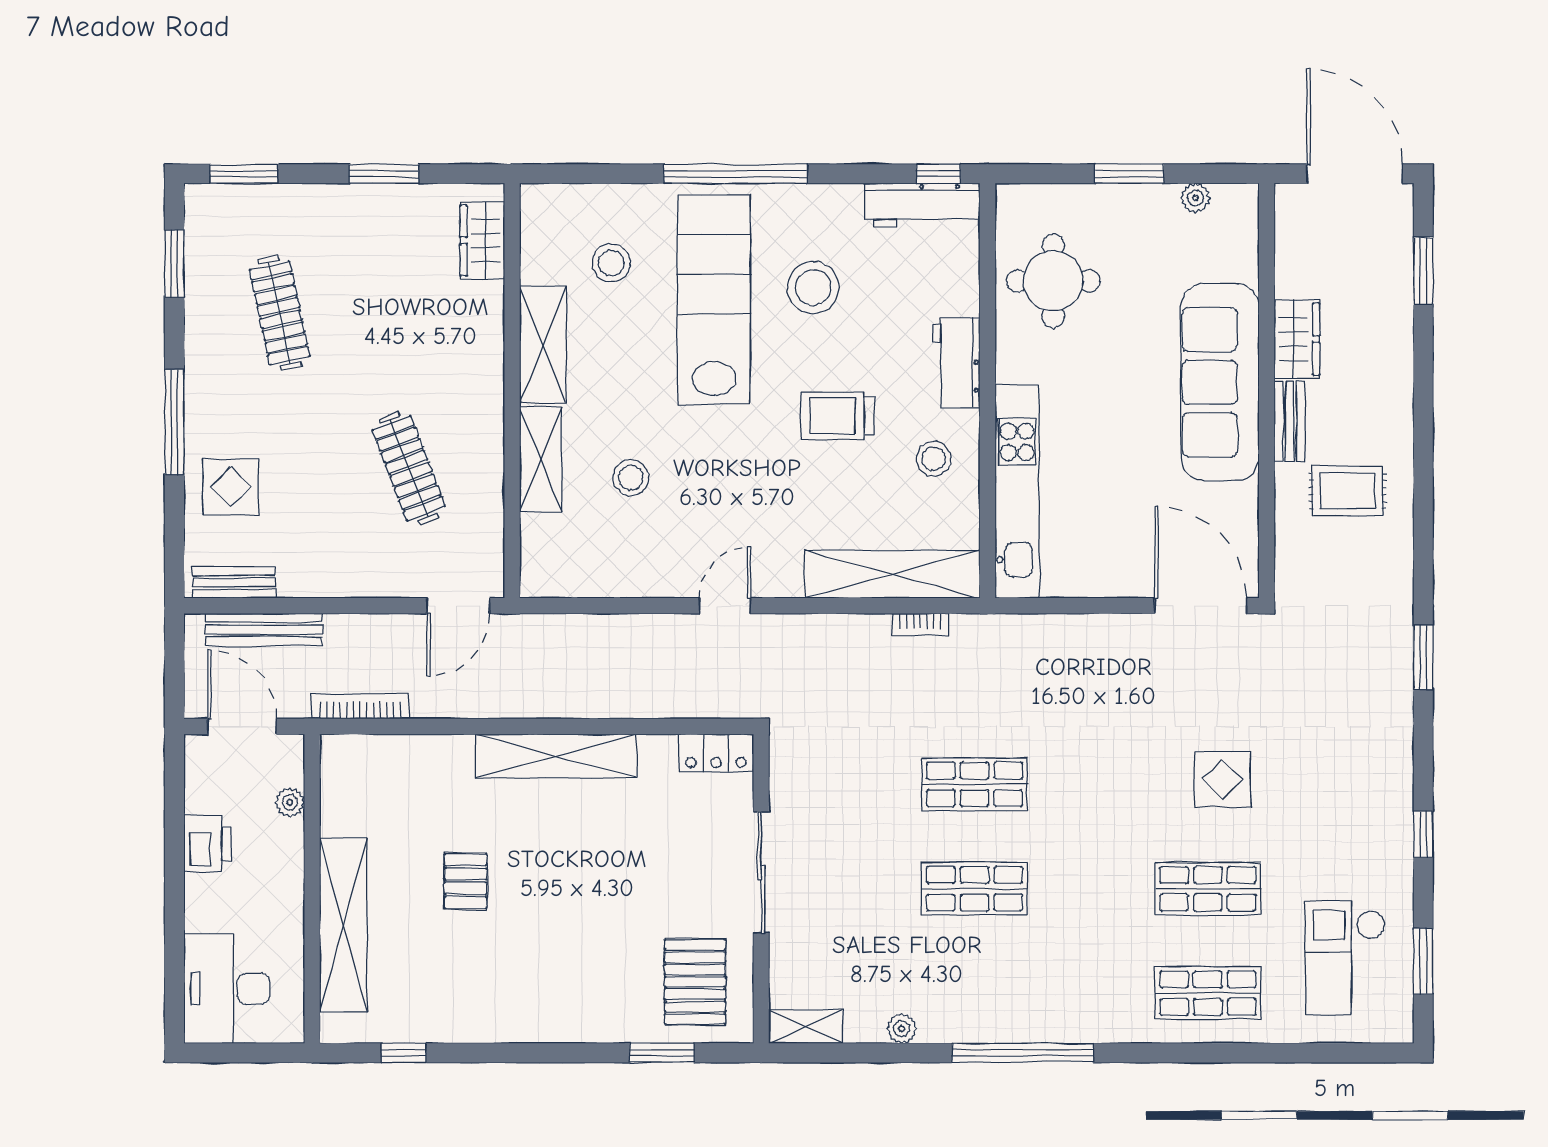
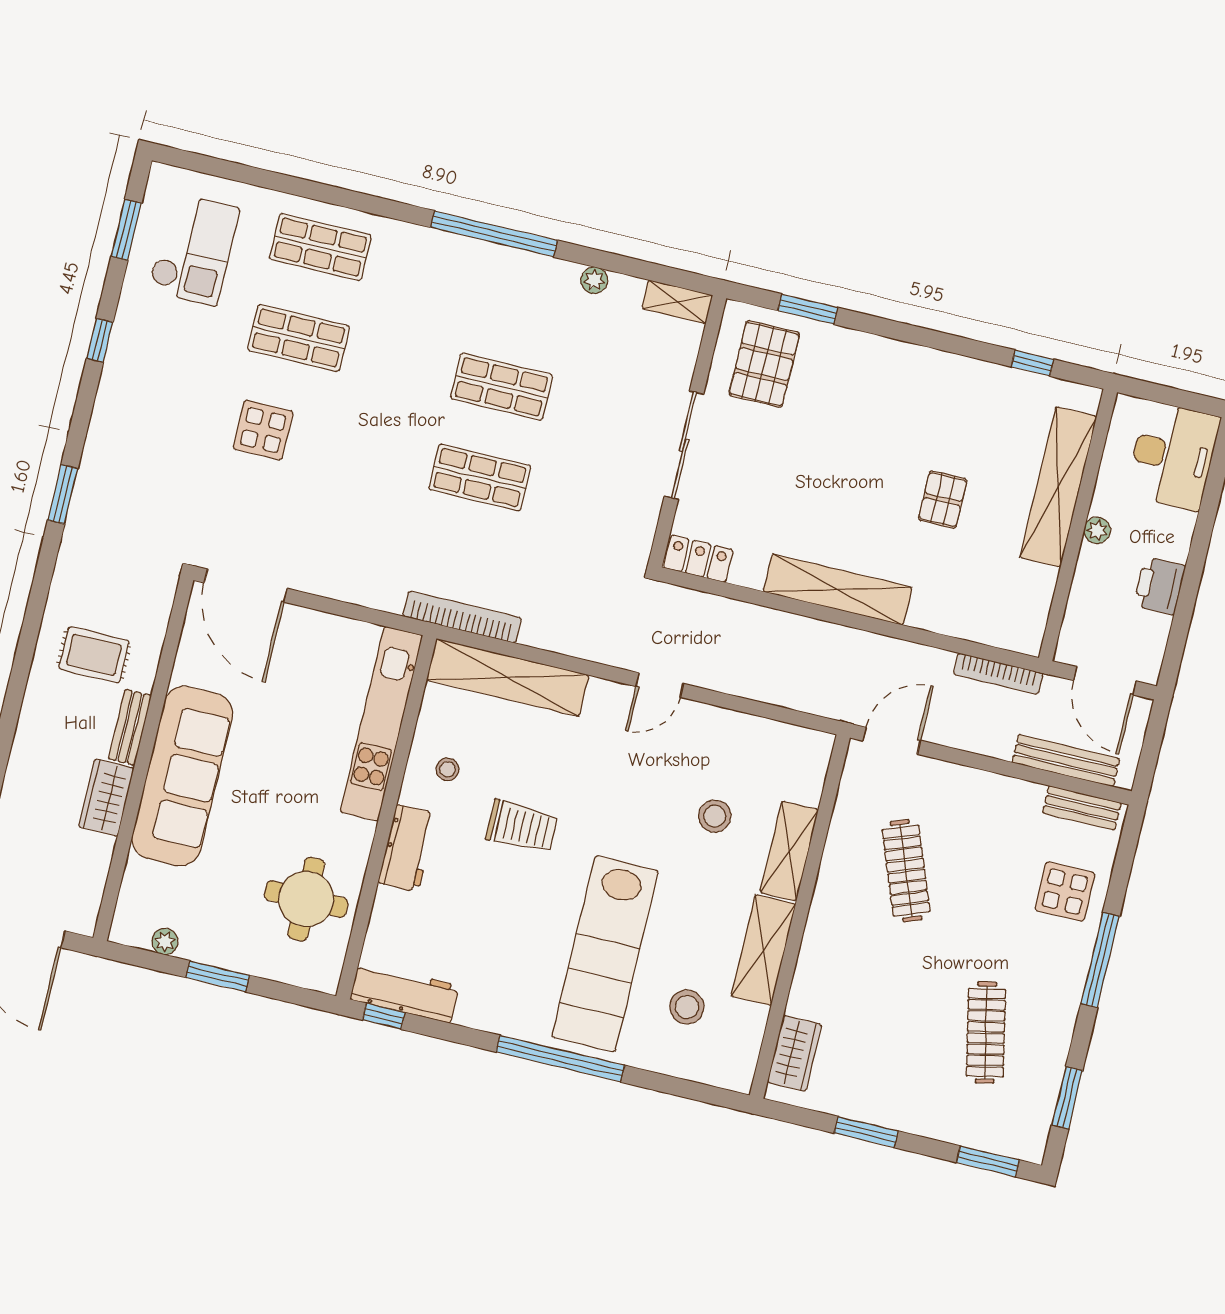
stool: (813, 288) -> (516, 943), removed
stool: (934, 459) -> (447, 769), width x0.73, depth x0.73
bookcase: (920, 625) -> (462, 617), width x2.31, depth x1.31
plant: (290, 802) -> (1097, 530), moved

